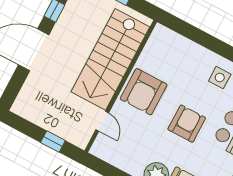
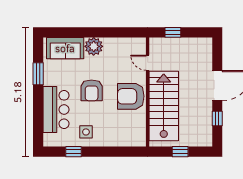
armchair: (144, 92) -> (131, 96), turned -90

